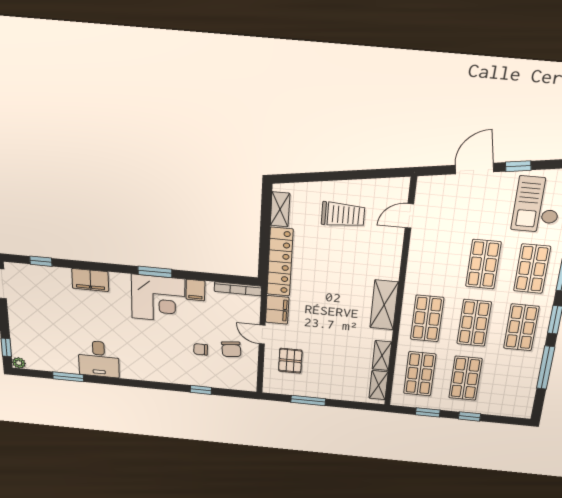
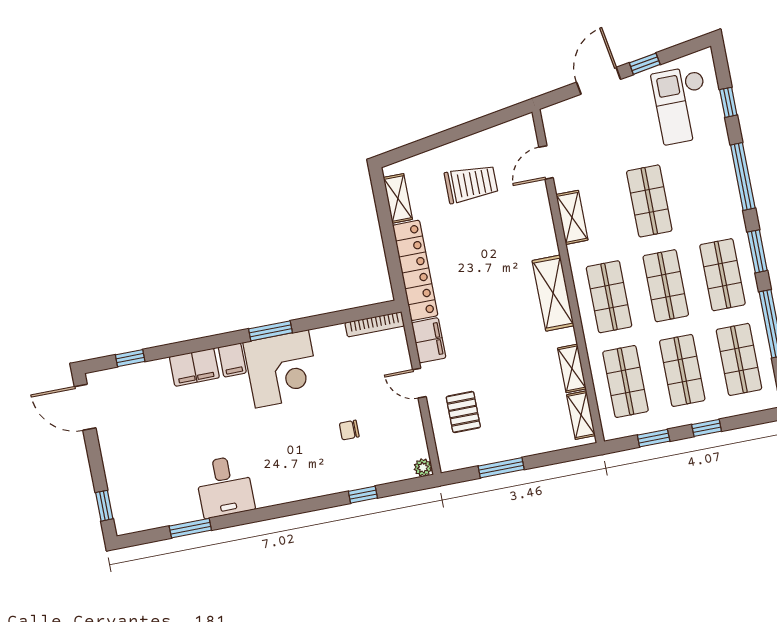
shelving: (417, 259) -> (572, 217), added
shop shelf: (532, 269) -> (739, 359), moved
filing cabinet: (195, 290) -> (232, 360), moved
chair: (231, 349) -> (387, 418), removed
plant: (19, 363) -> (423, 468), moved

